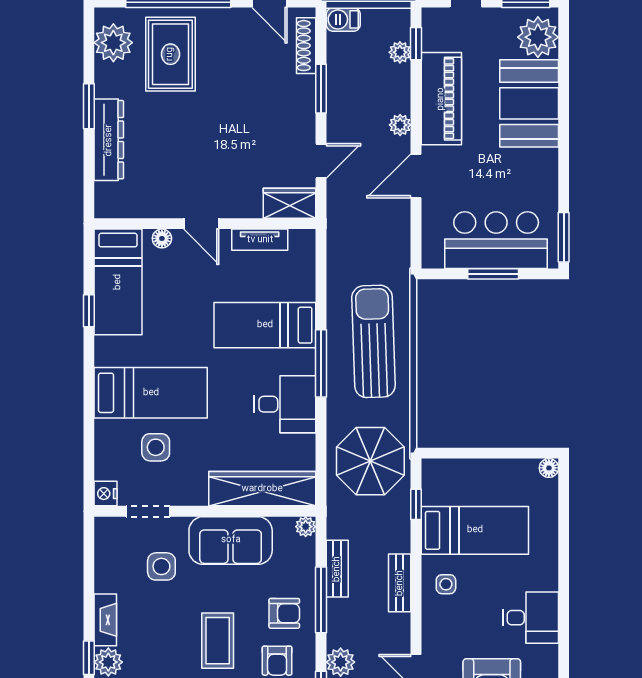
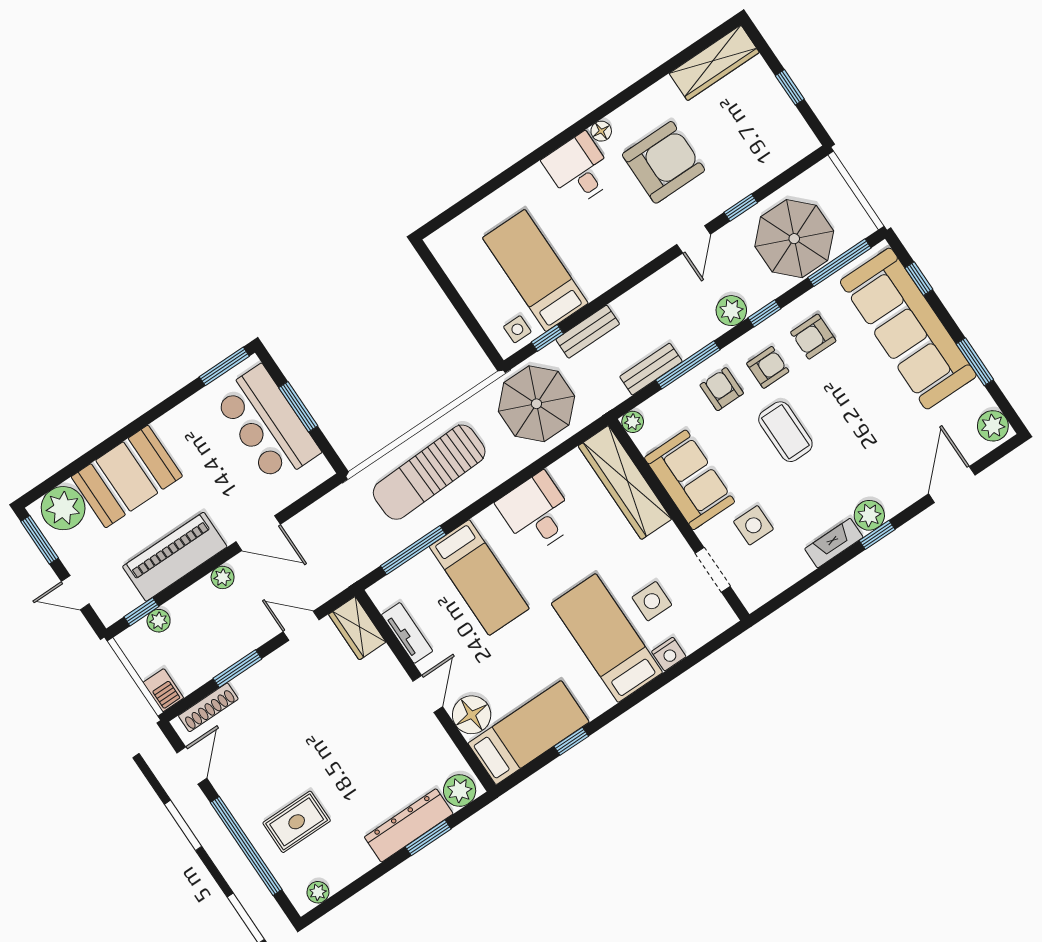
plant: (113, 43) -> (318, 892), width x0.53, depth x0.53
rug: (170, 54) -> (297, 822), width x0.73, depth x0.70
window: (89, 106) -> (428, 838), moved
plant: (109, 198) -> (460, 791), added
floor lamp: (162, 238) -> (472, 715), width x1.89, depth x1.89
window: (321, 363) -> (413, 550), moved
floor lamp: (549, 468) -> (601, 131), moved
nightstand: (106, 494) -> (669, 654), moved
bench: (400, 583) -> (588, 332), moved
side table: (446, 584) -> (517, 329), moved
coffee table: (218, 641) -> (785, 432), turned 90

